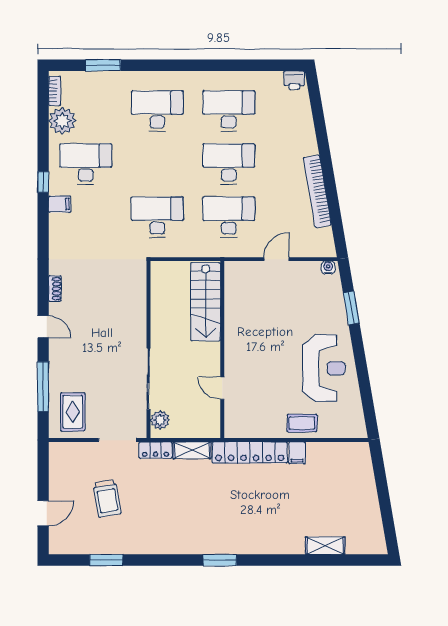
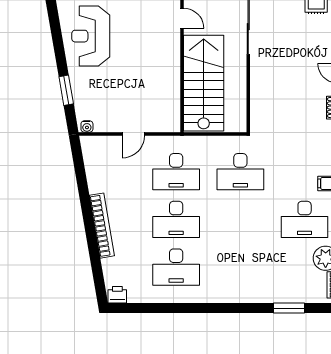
desk: (157, 111) -> (240, 267), removed
bookcase: (317, 191) -> (102, 226), moved
stairs: (206, 302) -> (204, 83), width x1.36, depth x1.51

